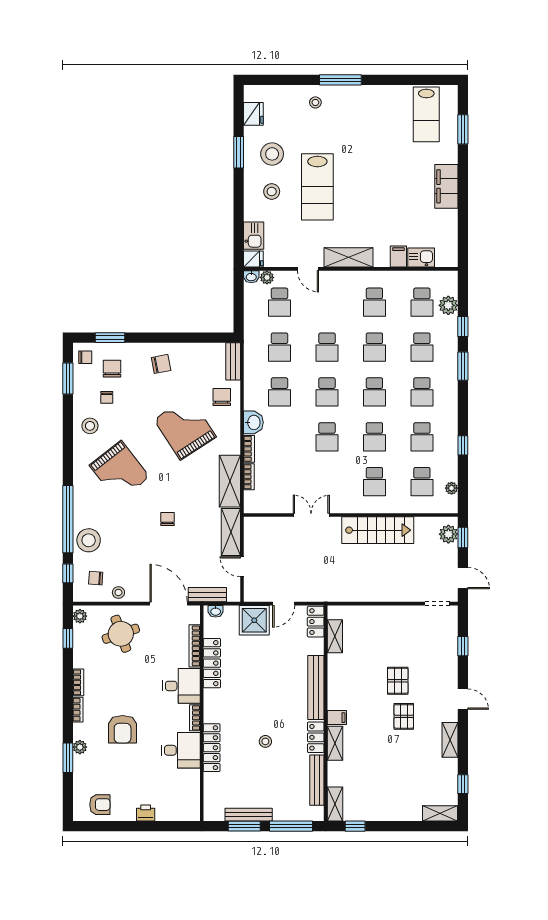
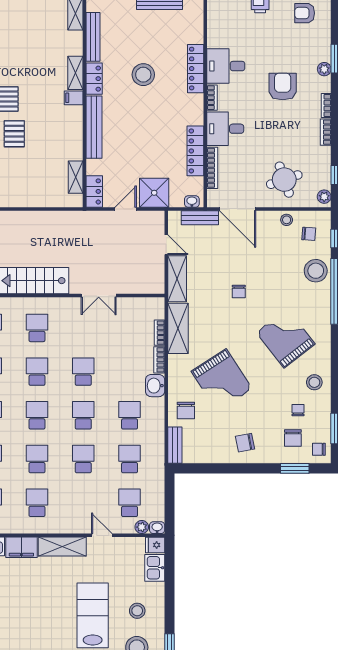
filing cabinet: (398, 257) -> (21, 547), width x2.00
stool: (265, 741) -> (143, 75), width x1.89, depth x1.89

